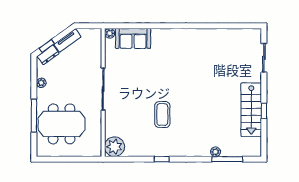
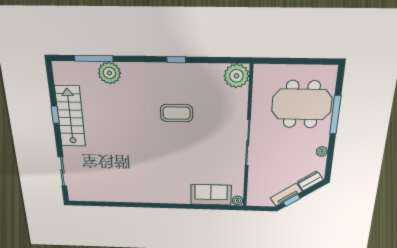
window: (47, 46) -> (292, 200), moved
coffee table: (162, 115) -> (177, 113), turned 90
plant: (215, 152) -> (109, 73), width x1.88, depth x1.88

